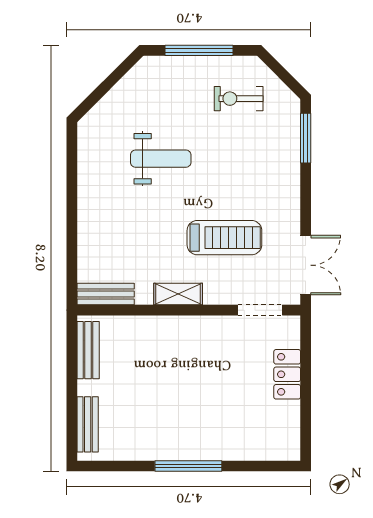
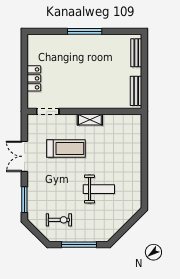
weight bench: (161, 159) -> (99, 189), turned 180
treadmill: (224, 238) -> (66, 149), turned 180
double door: (306, 265) -> (24, 156), moved
bench: (106, 294) -> (127, 120), removed

